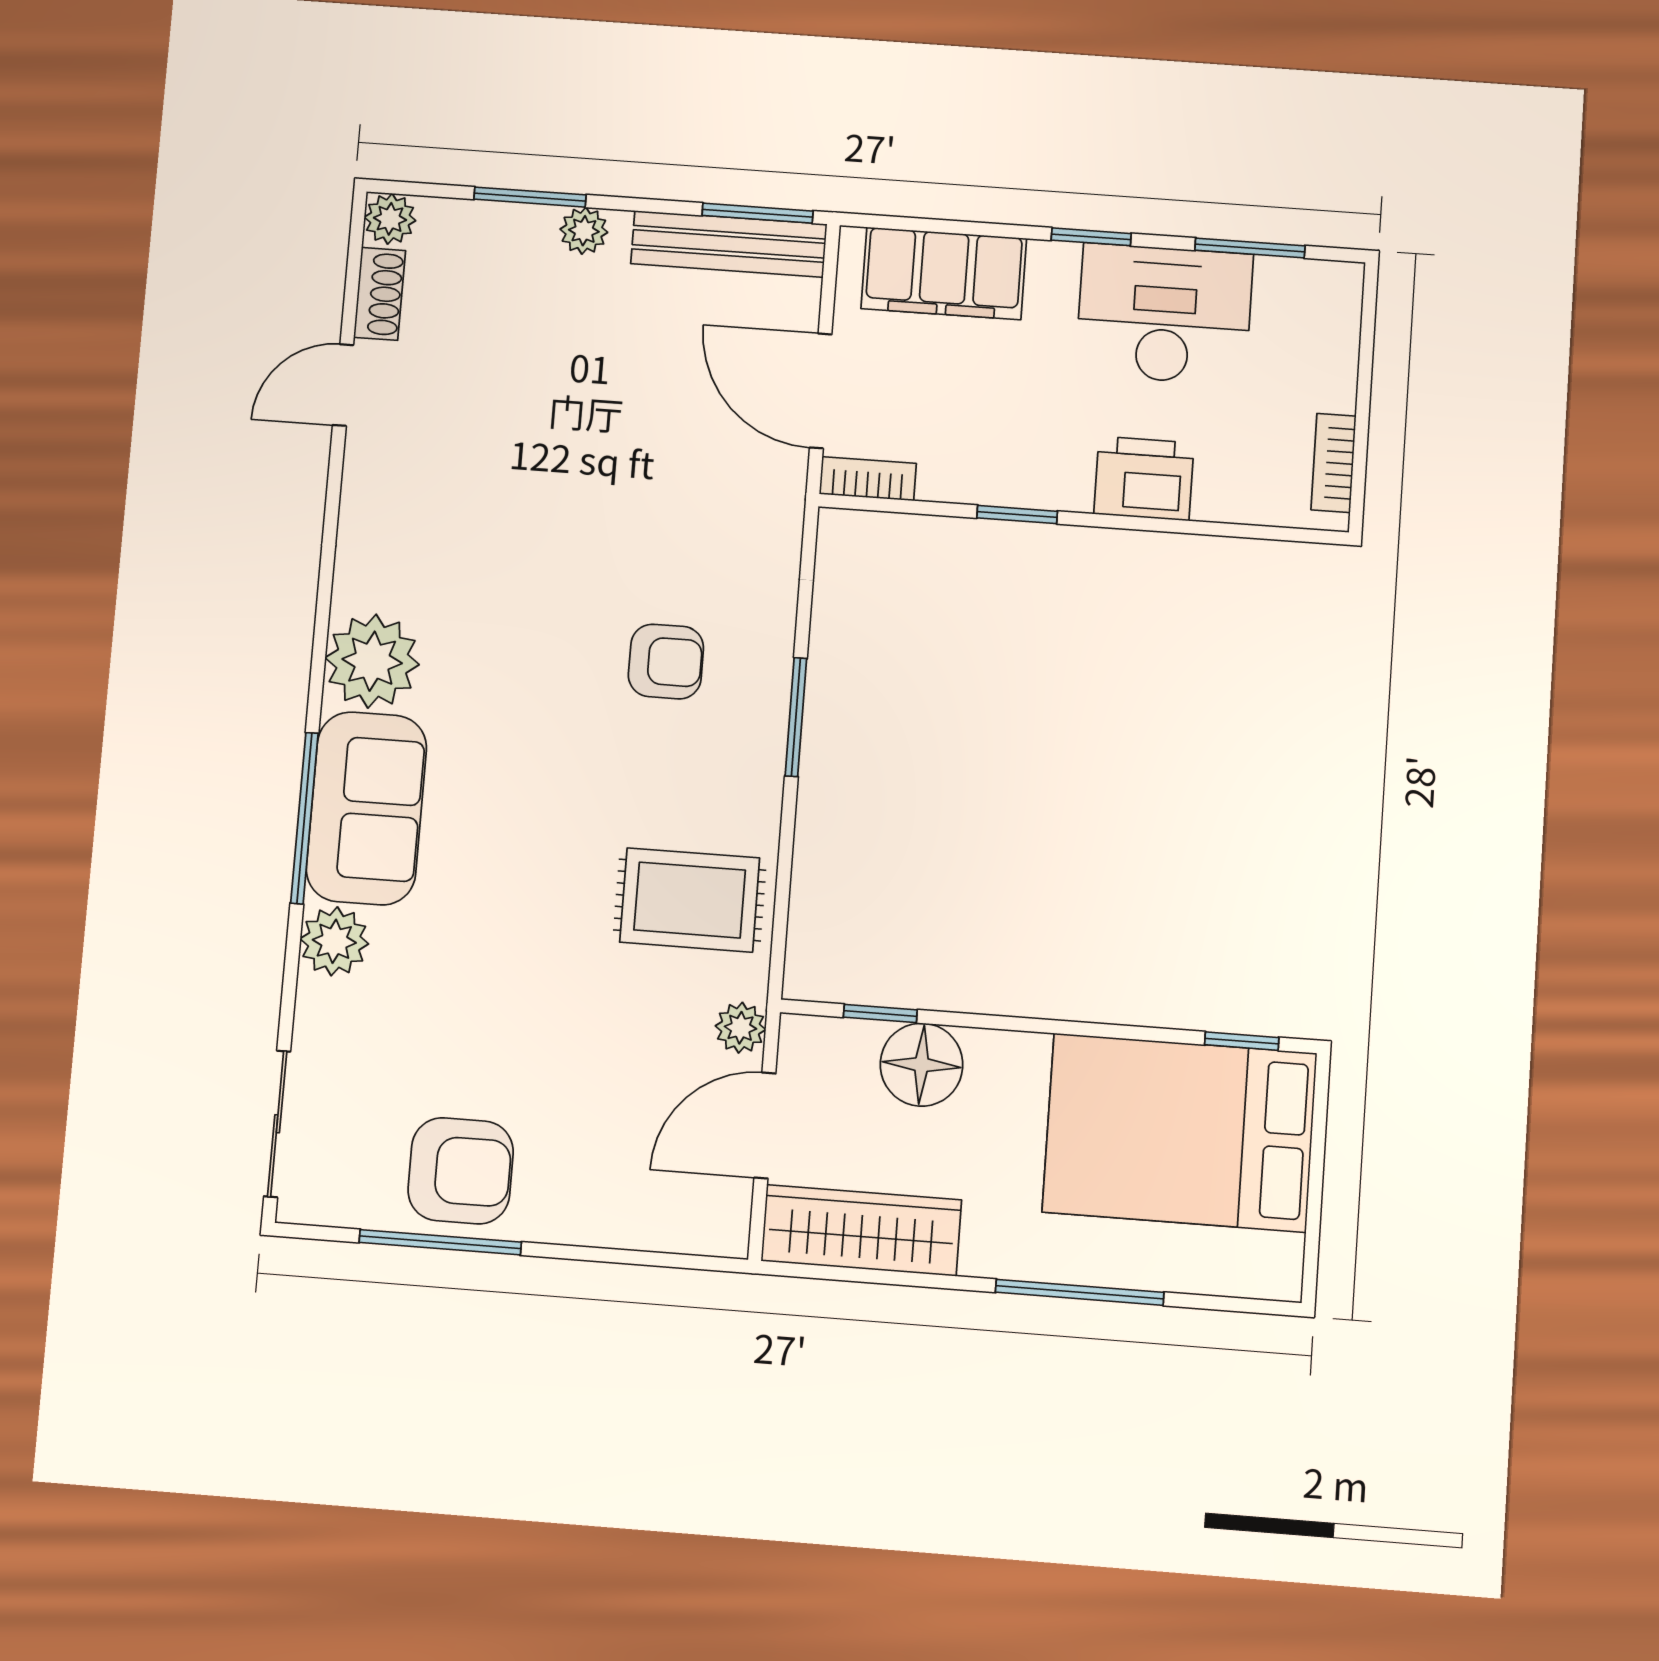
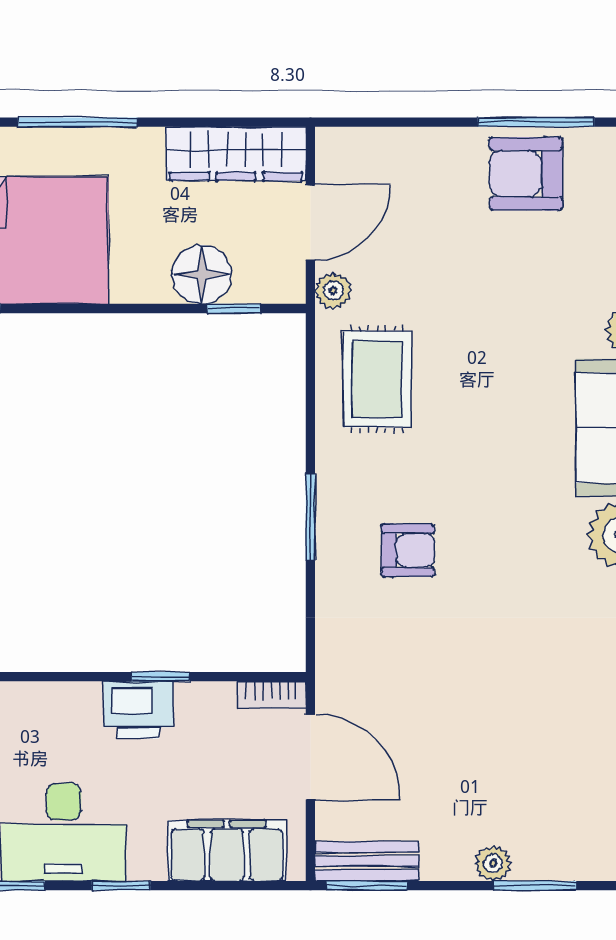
bench: (729, 244) -> (367, 861), width x0.73
printer: (1144, 478) -> (138, 710), moved
armchair: (666, 662) -> (408, 550), turned 180
rug: (690, 900) -> (377, 379), turned 90

